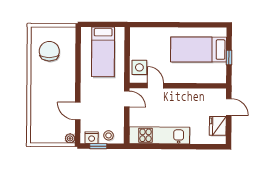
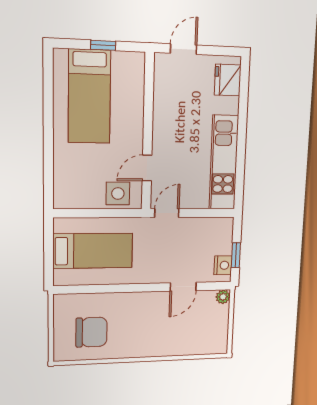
chair: (49, 51) -> (91, 332), turned 180
fridge: (218, 126) -> (228, 80), moved, turned 90
stool: (109, 135) -> (221, 240), removed

